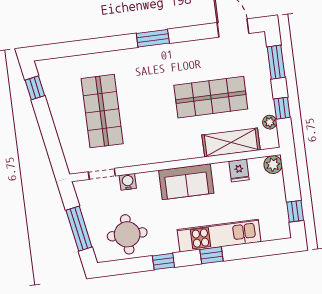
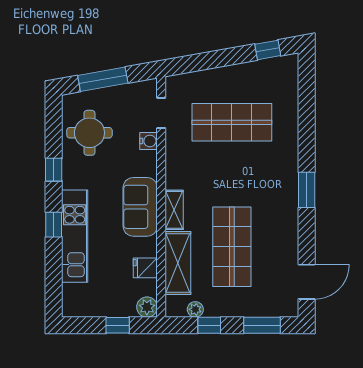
shelving: (185, 152) -> (174, 210), added
window: (295, 211) -> (118, 325), moved

